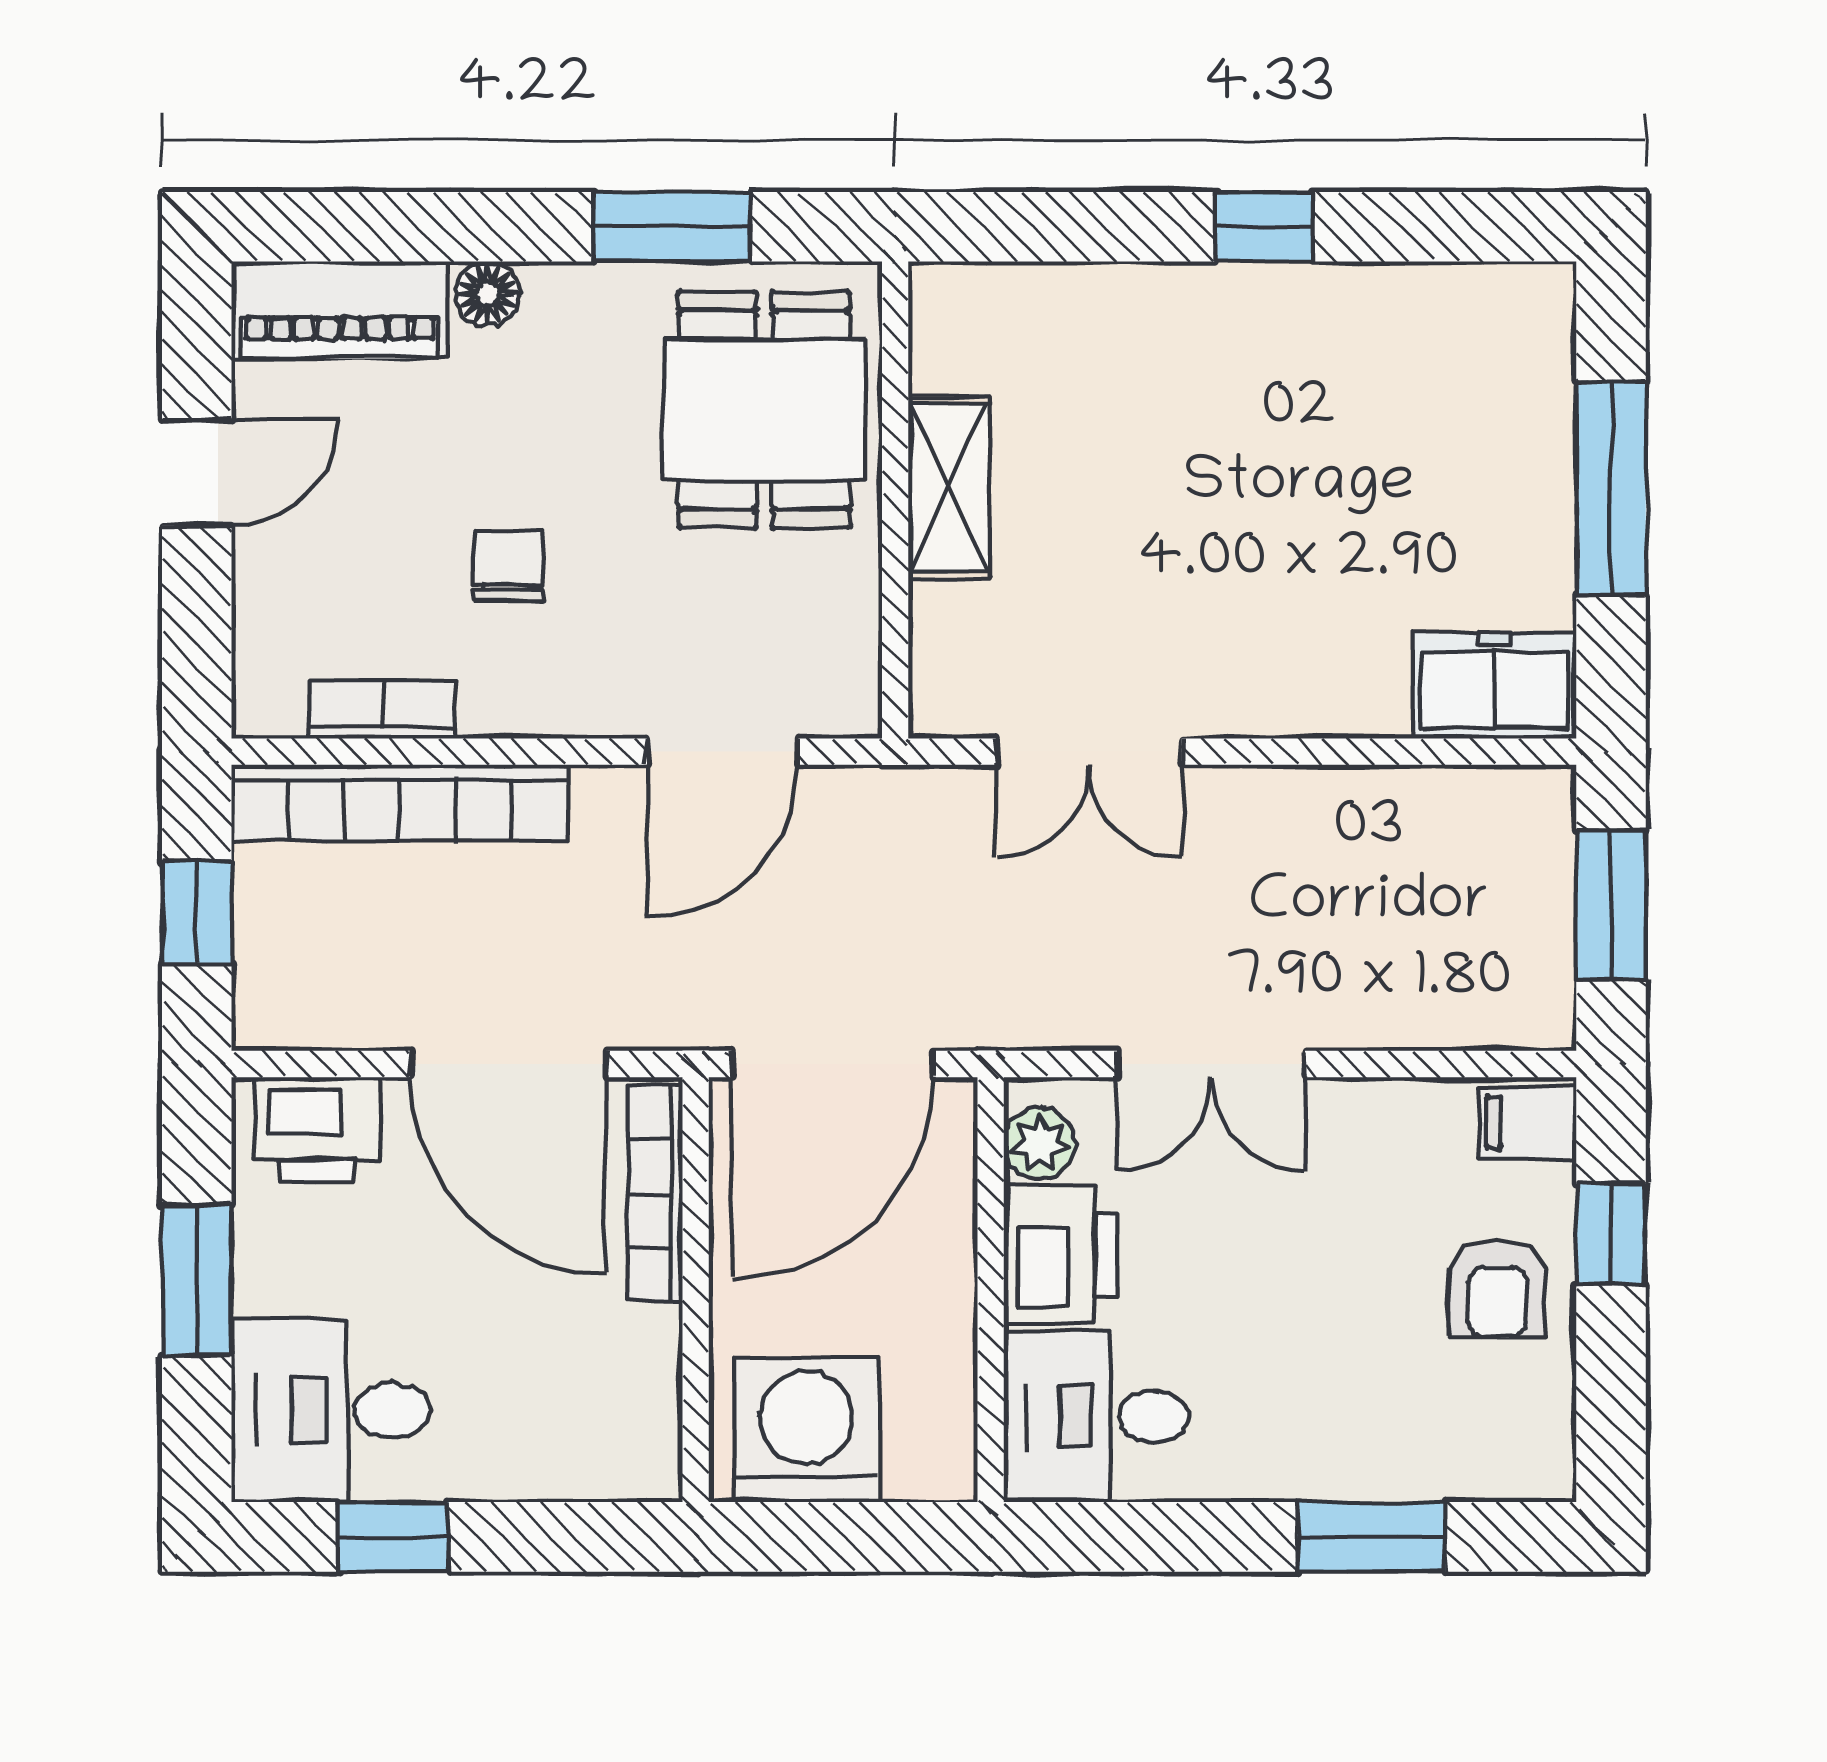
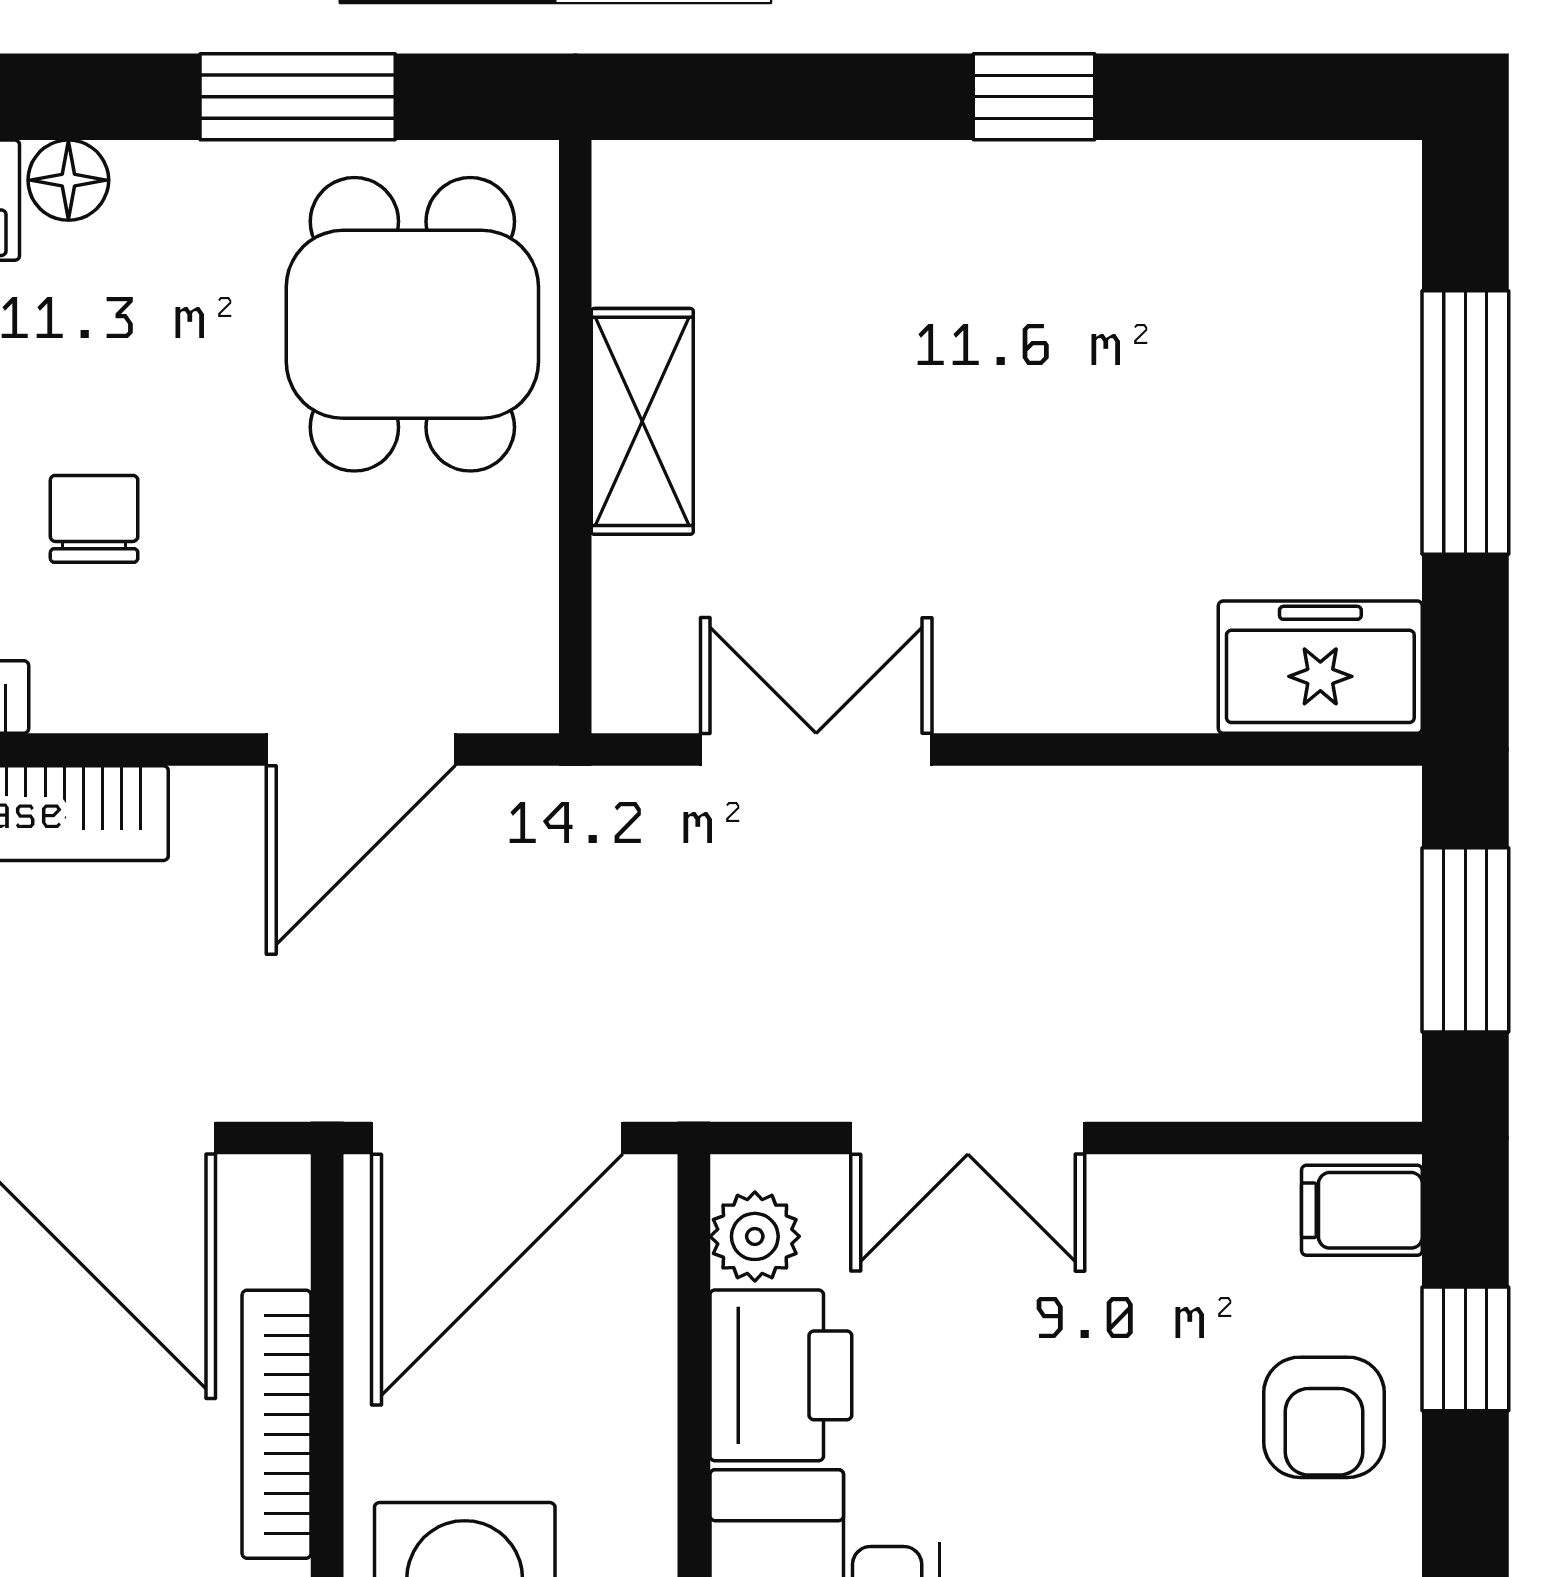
double door: (1089, 752) -> (816, 750), swing flipped
bookcase: (655, 1193) -> (277, 1424), moved

